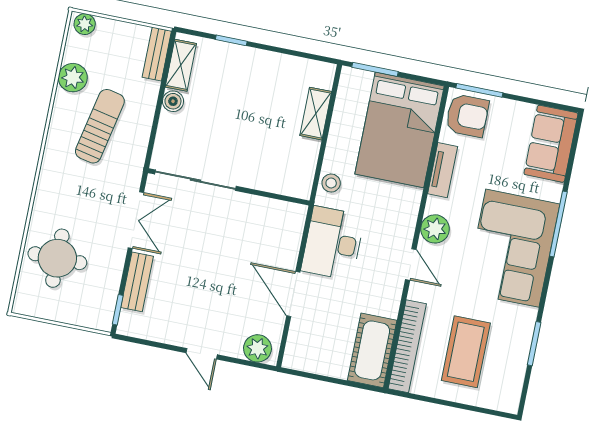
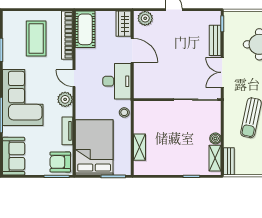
wardrobe: (299, 347) -> (124, 24), added

